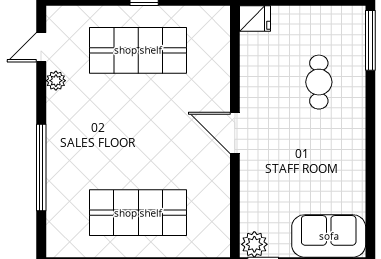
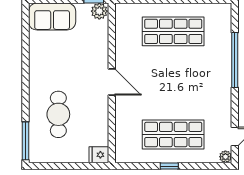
plant: (56, 81) -> (225, 157), moved
cafe table: (319, 82) -> (58, 114), width x1.37, depth x1.35

